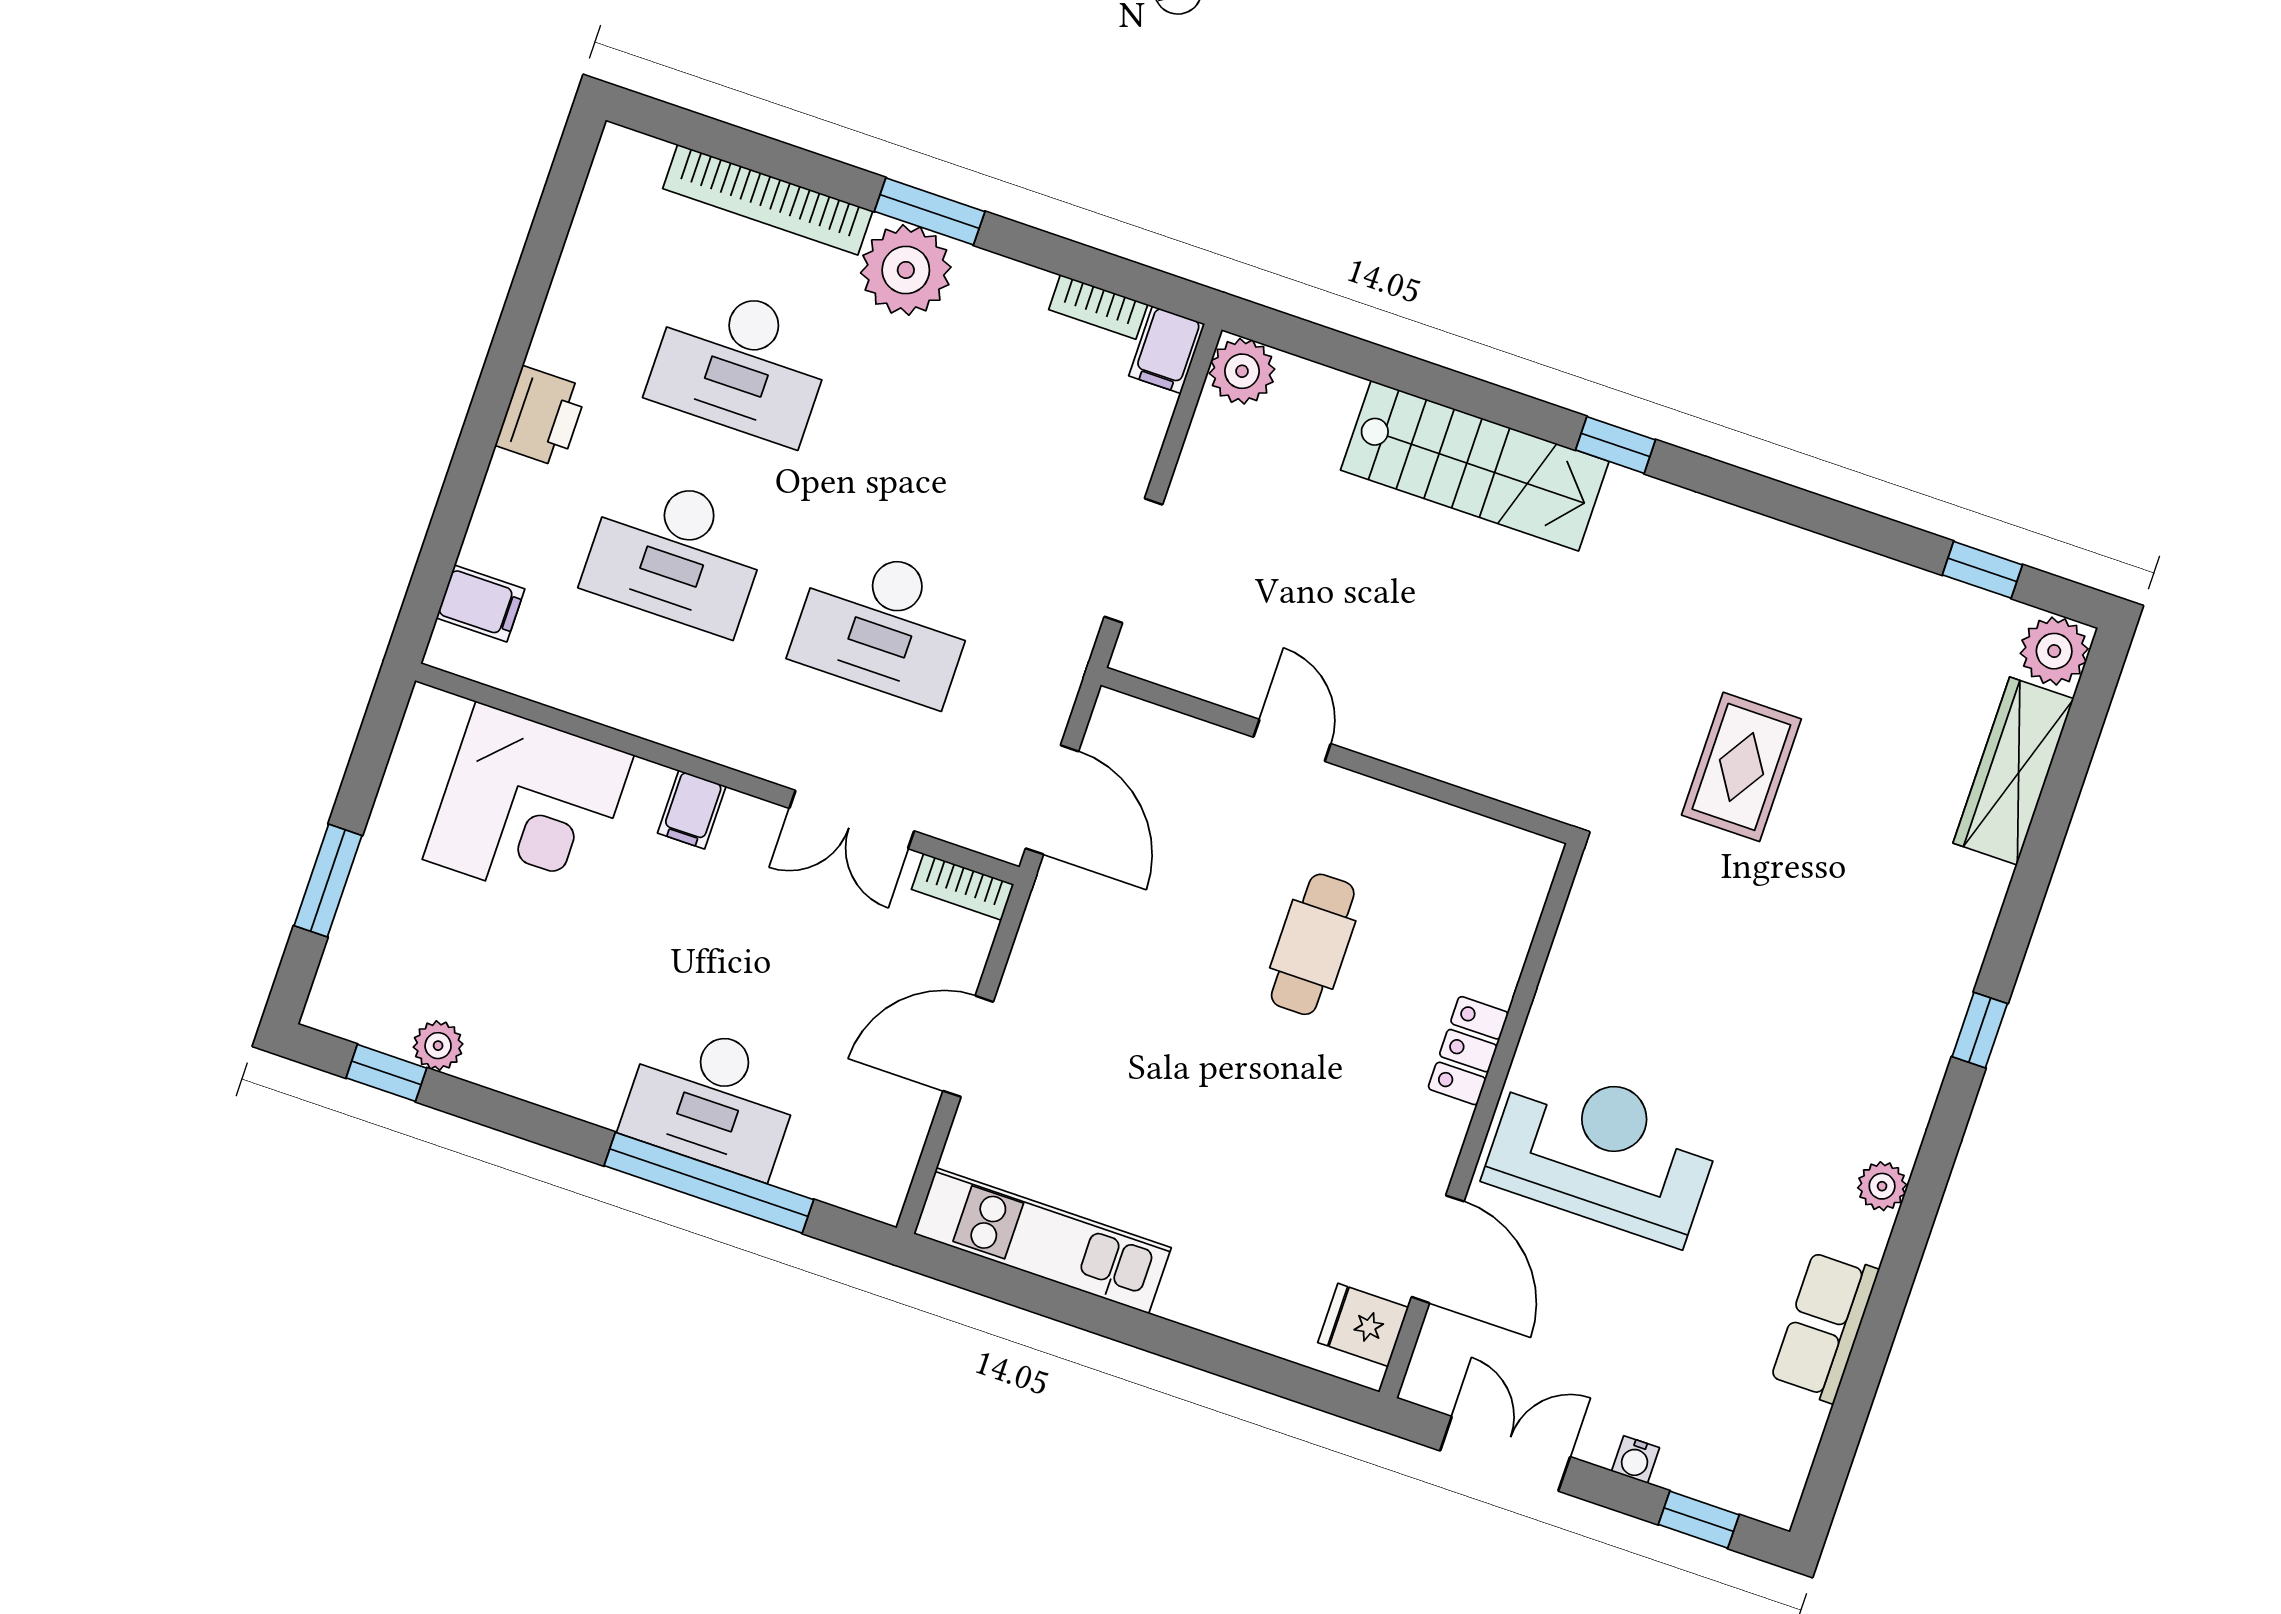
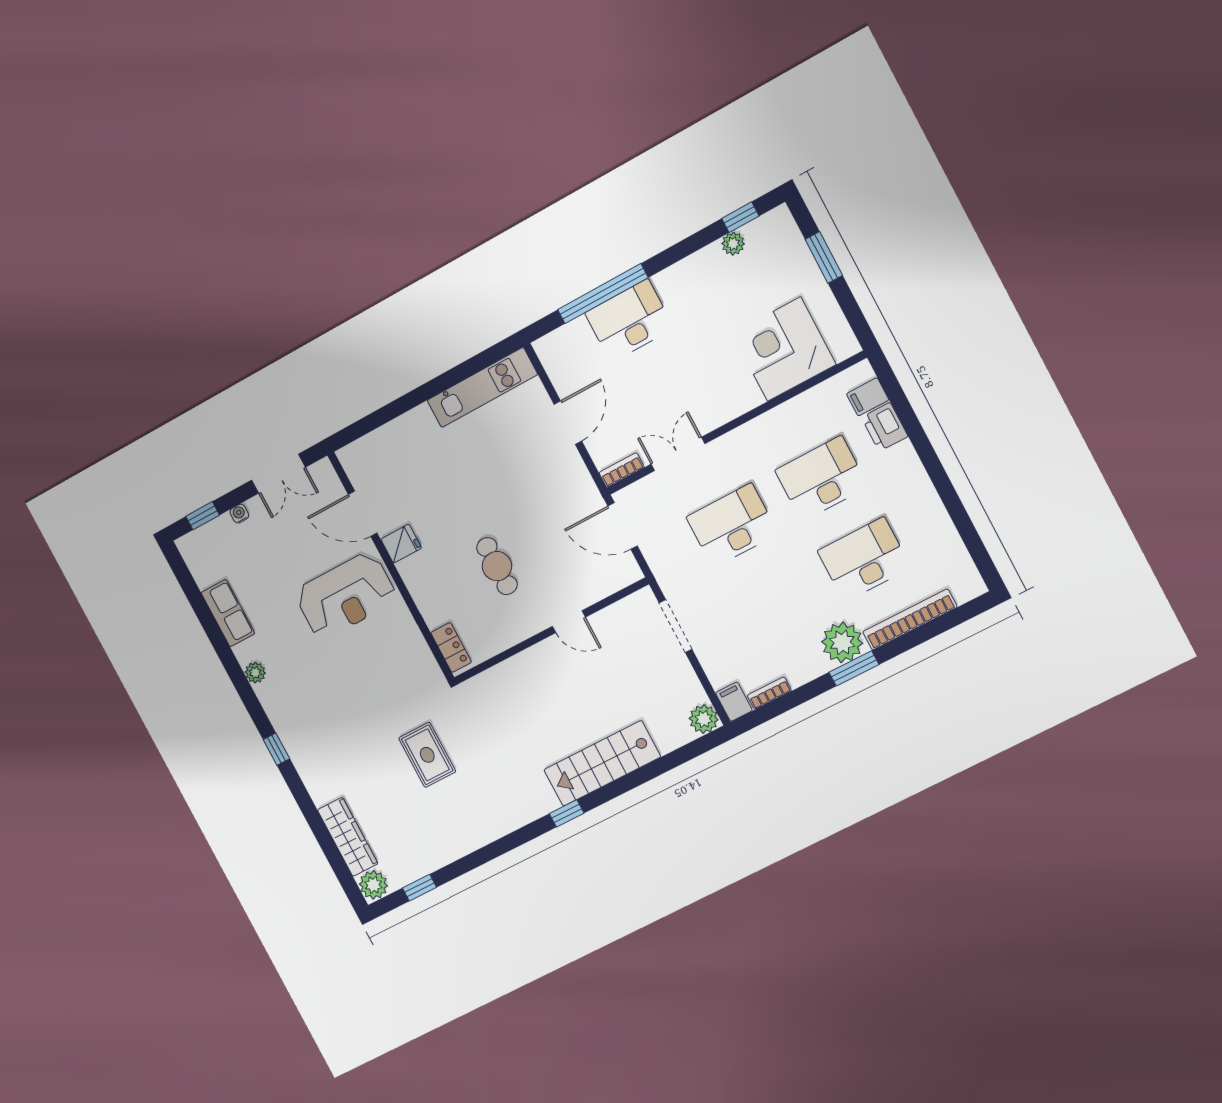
printer: (542, 417) -> (885, 427), moved
filing cabinet: (692, 810) -> (731, 404), removed
locker: (1468, 1051) -> (451, 647), moved
fridge: (1363, 1325) -> (401, 544), moved

